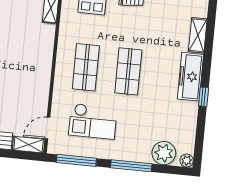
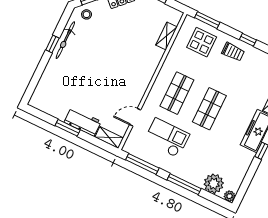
checkout: (93, 121) -> (167, 138), turned 180
door: (48, 128) -> (135, 117), moved

